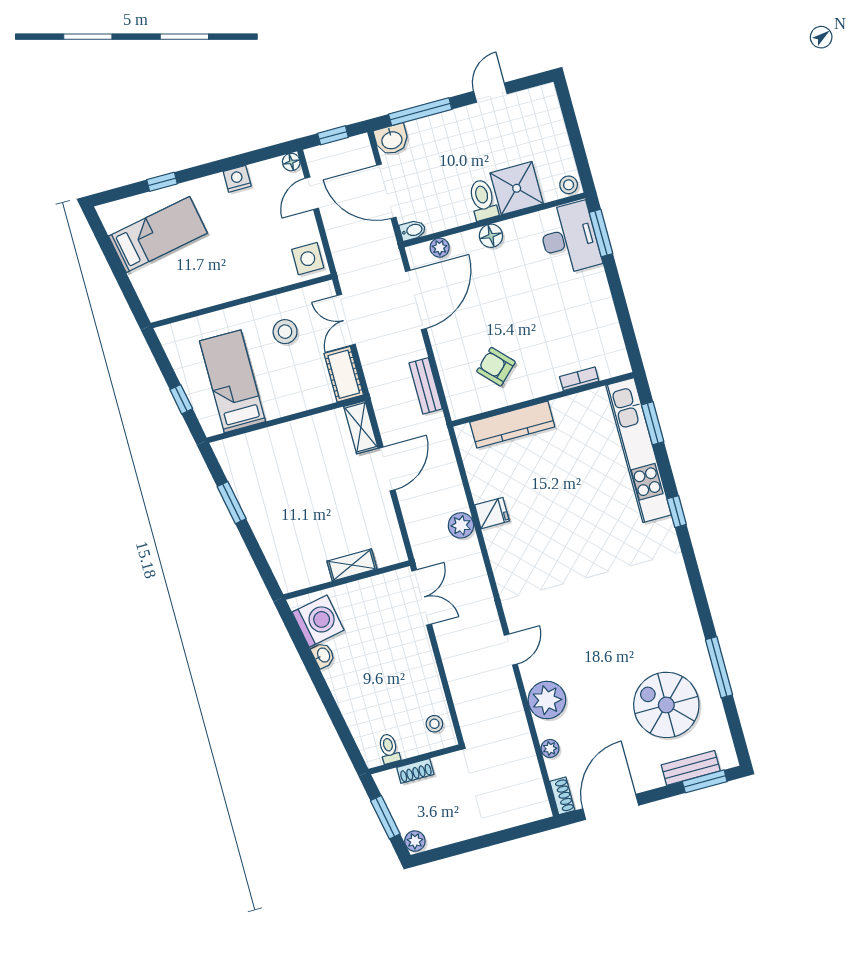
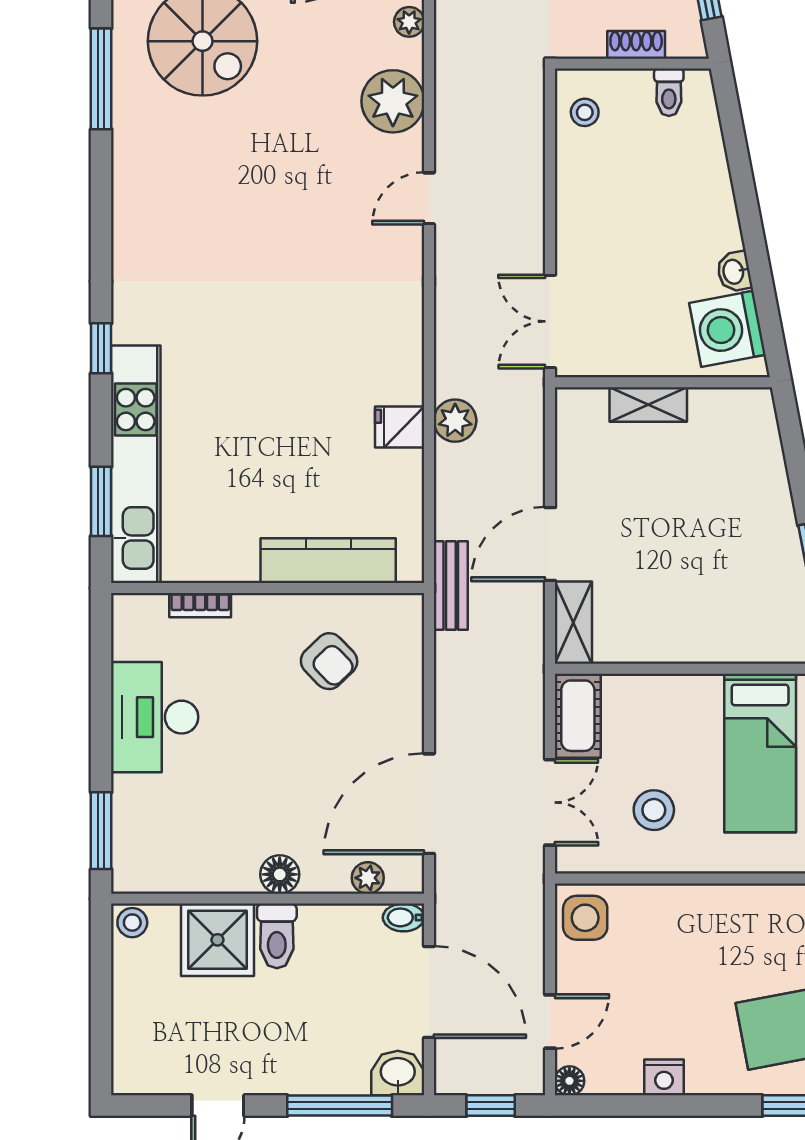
desk: (569, 238) -> (155, 717), moved
bench: (426, 386) -> (451, 586), moved

